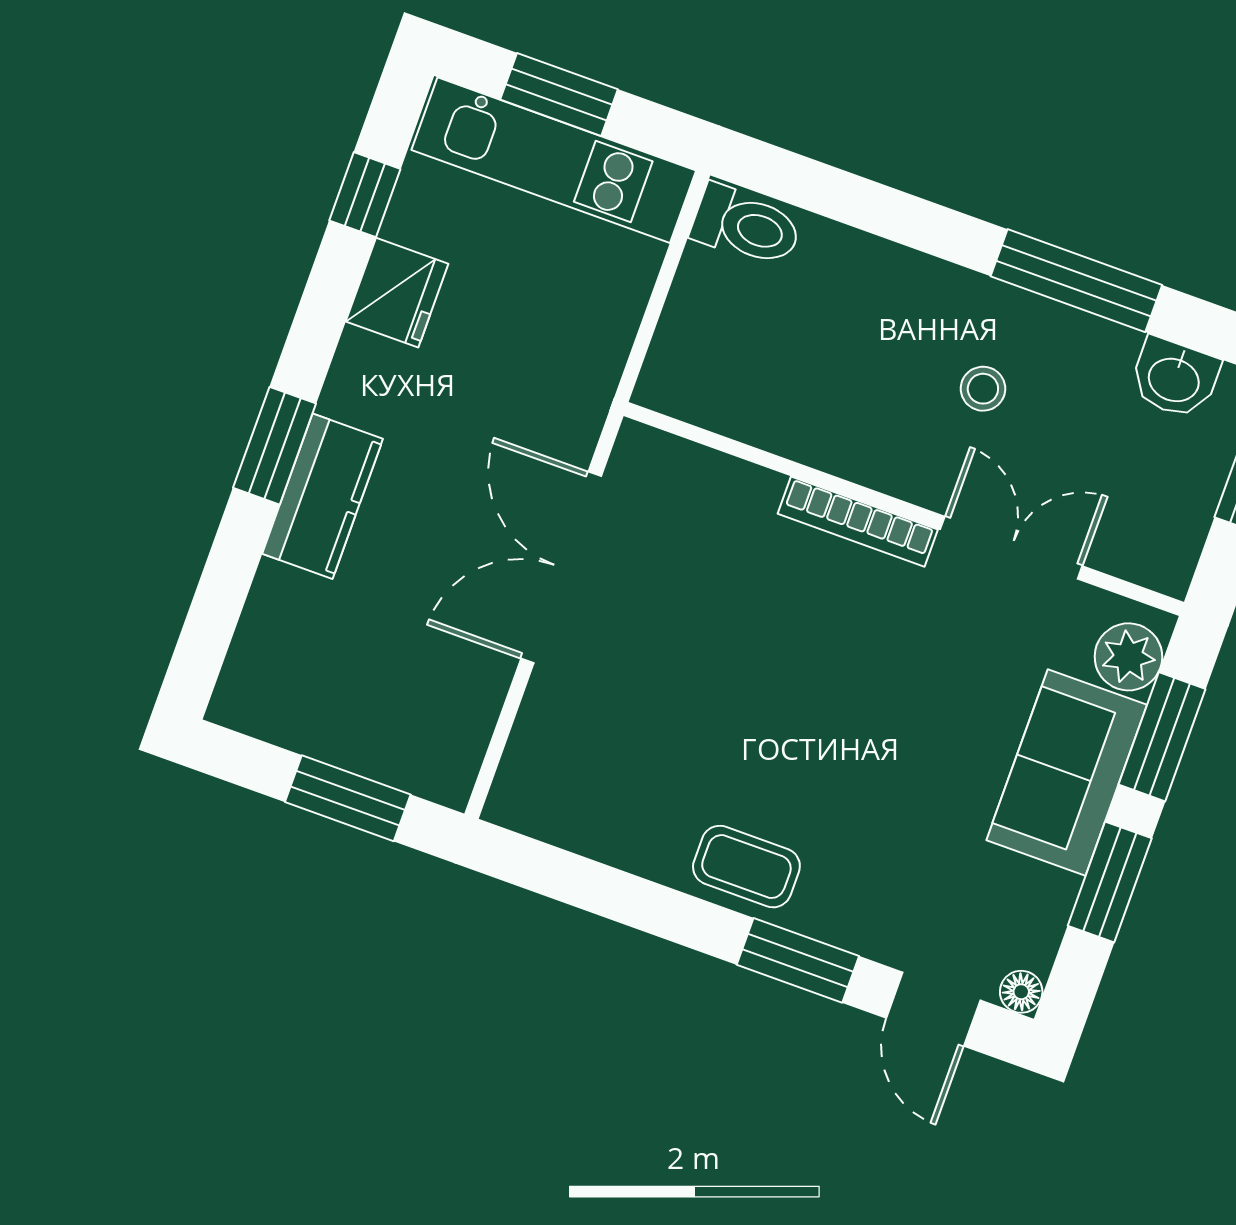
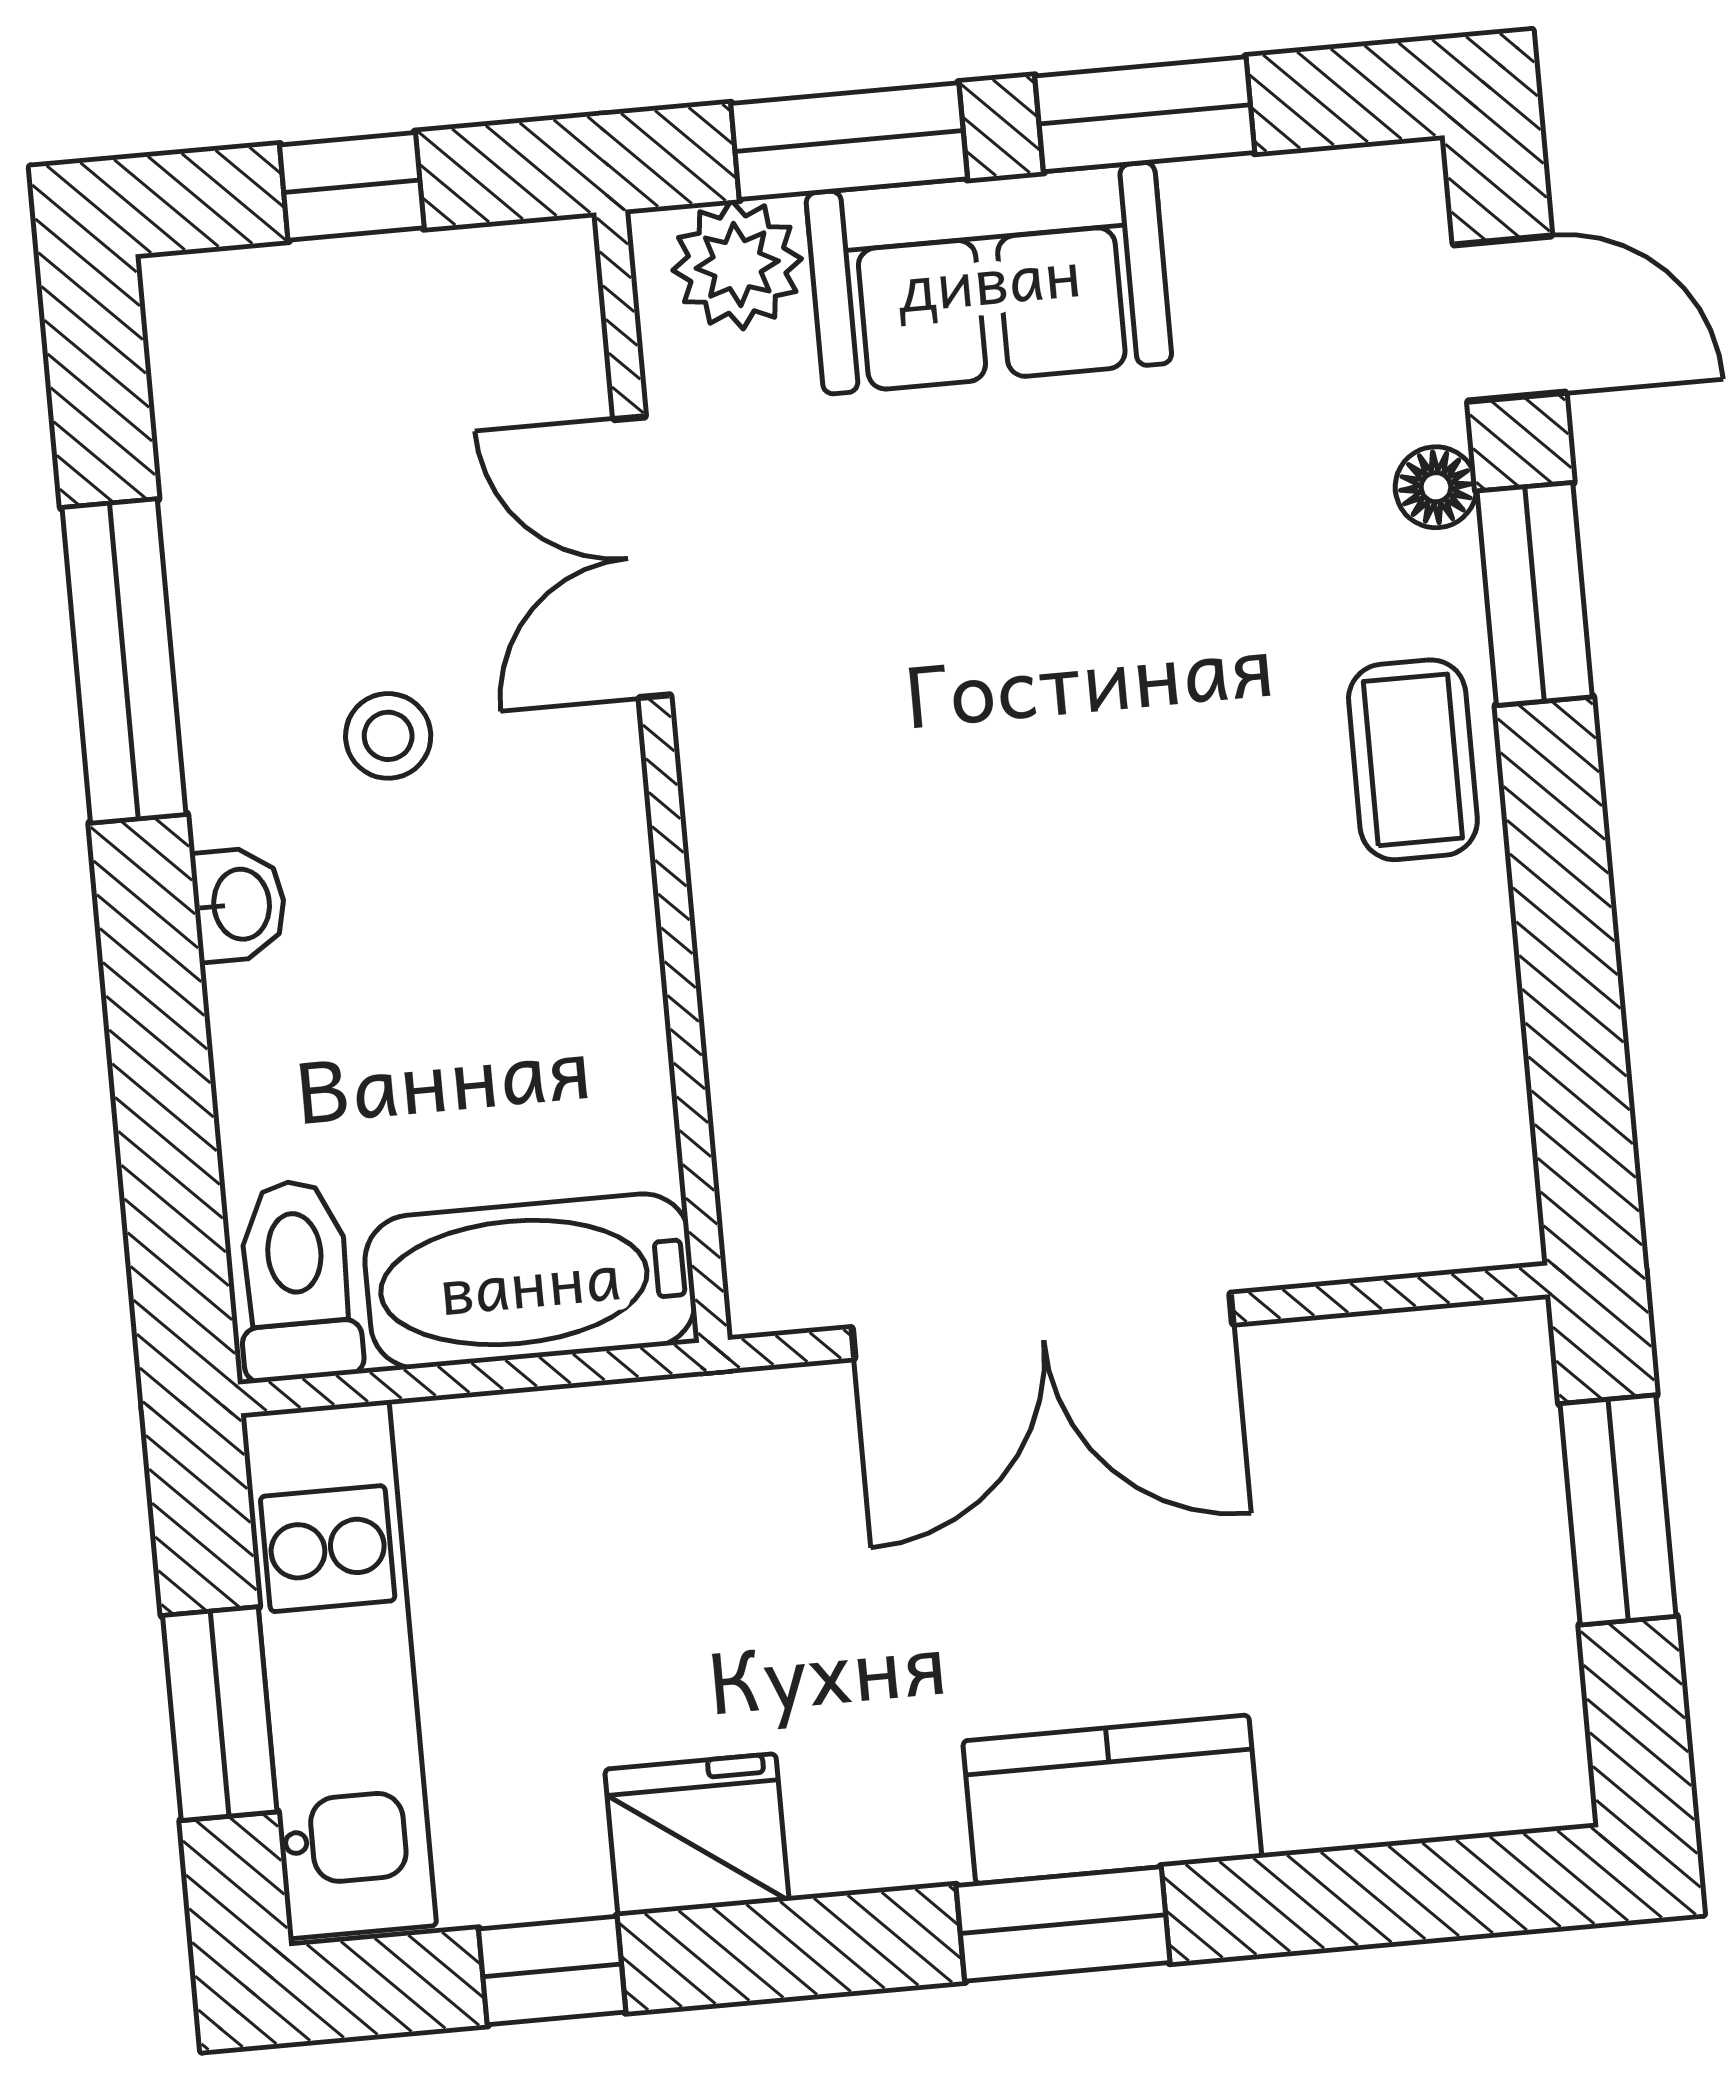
bathtub: (695, 336) -> (530, 1281), added
washbasin: (1174, 378) -> (239, 904), moved, width x0.72, depth x0.69
bookcase: (858, 522) -> (721, 846), removed
floor lamp: (1021, 992) -> (1436, 487), moved
door: (933, 1009) -> (1510, 319), hinge flipped

